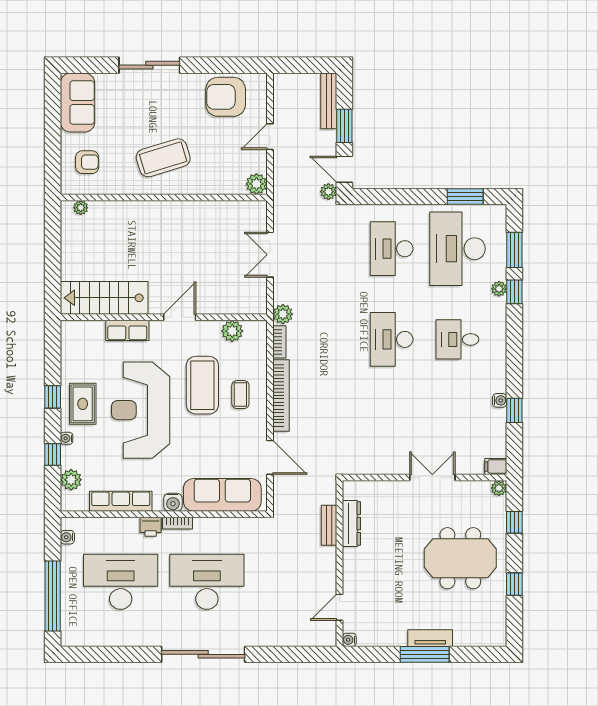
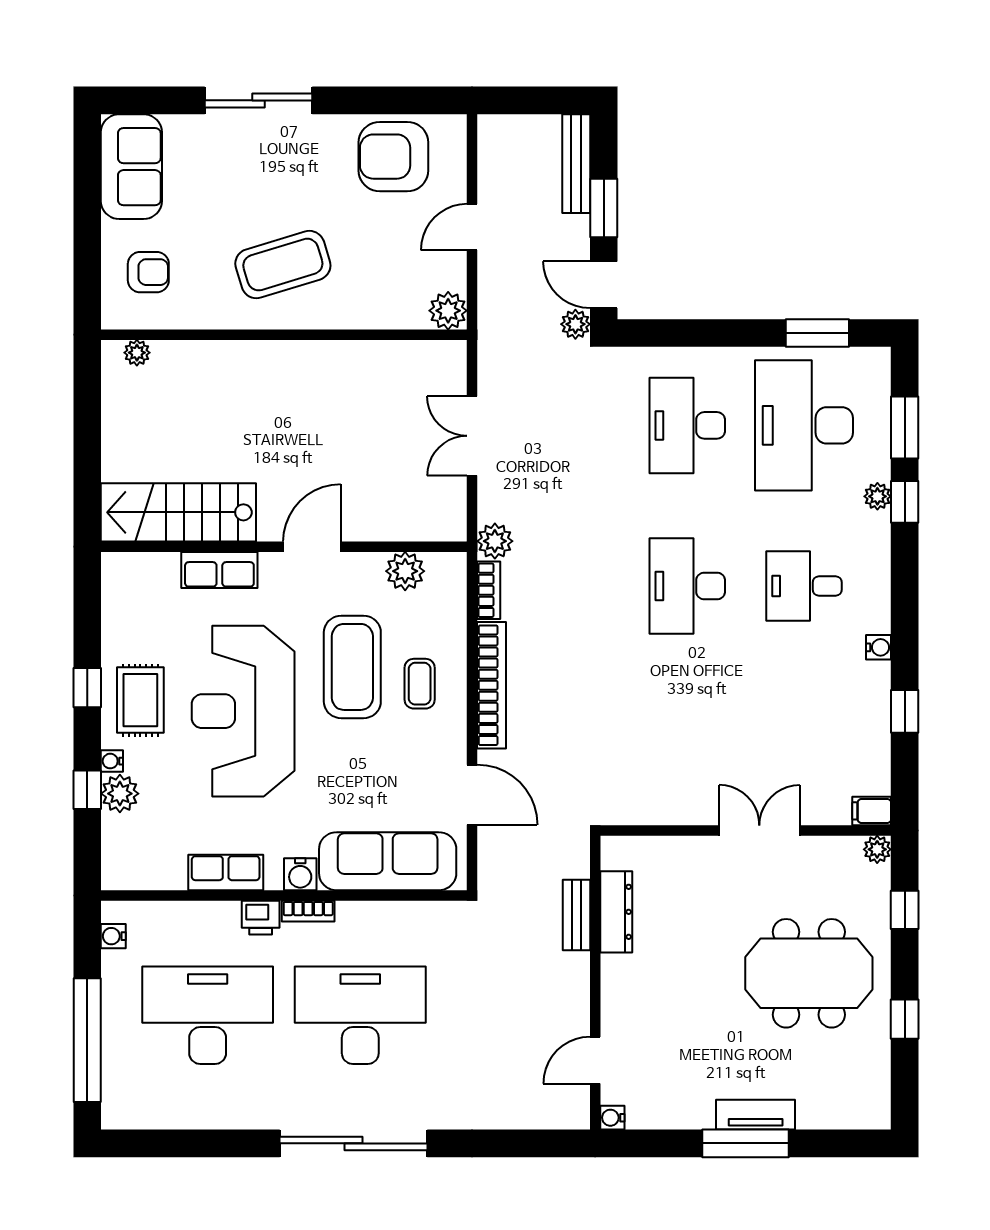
water cooler: (500, 400) -> (879, 647), moved
plant: (71, 480) -> (120, 794), moved
row of seats: (121, 501) -> (226, 872), width x0.68

